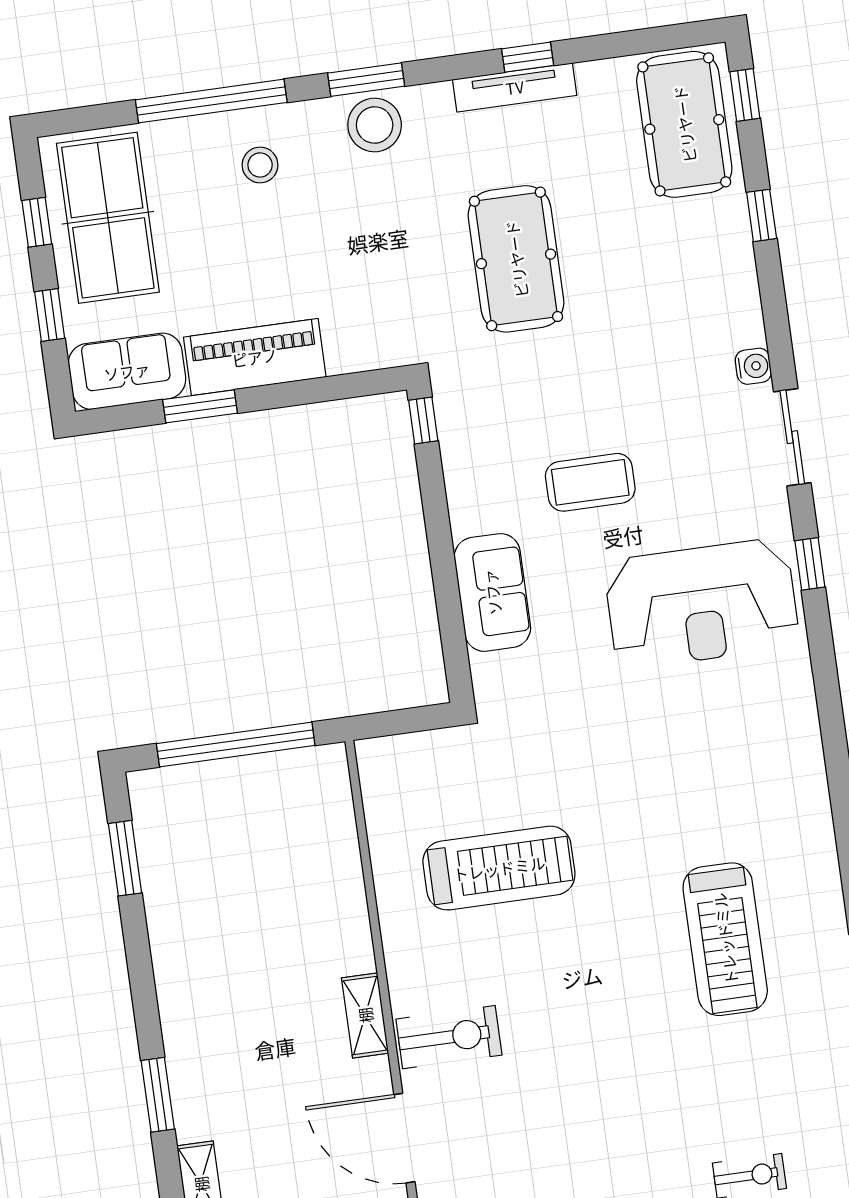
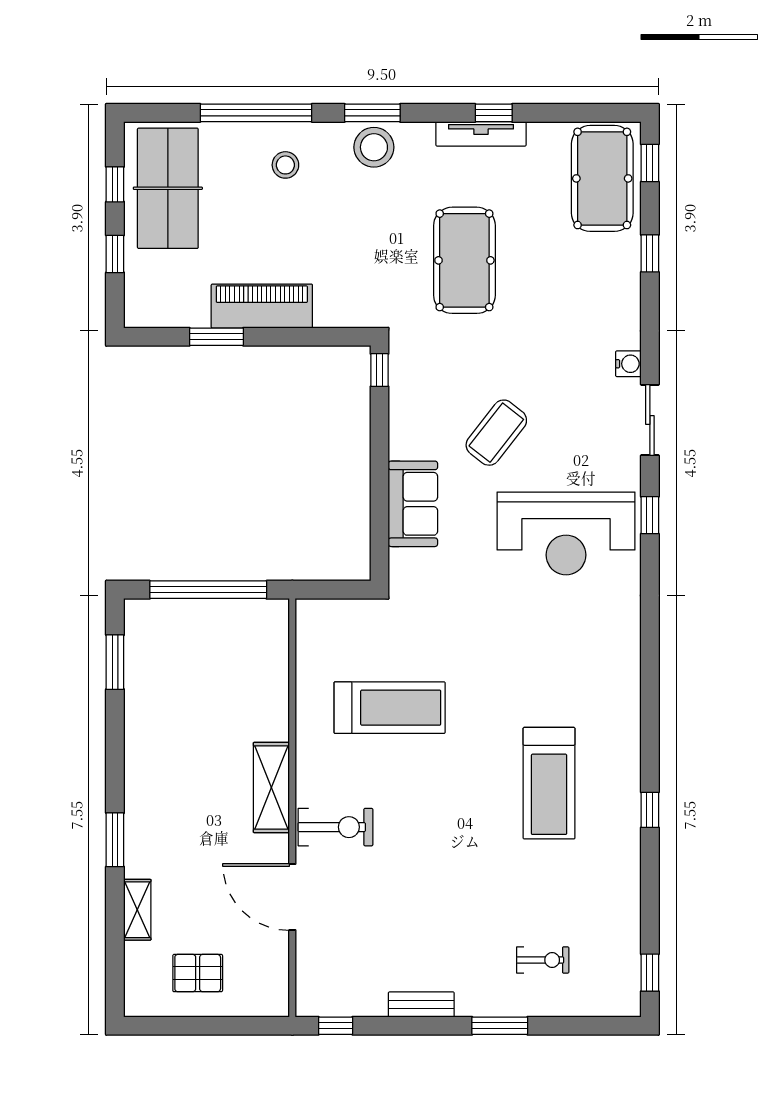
sofa: (127, 371) -> (166, 303), removed
coffee table: (590, 482) -> (496, 433), turned -52
shelving: (365, 1015) -> (271, 788), width x1.50, depth x1.33

